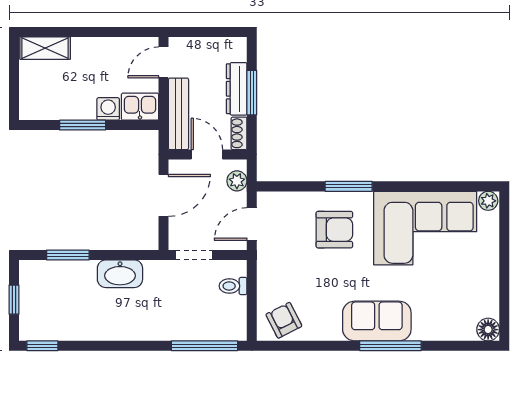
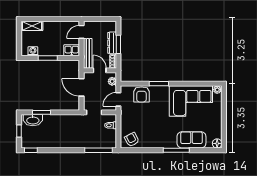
washing machine: (108, 109) -> (33, 51), moved
door: (164, 195) -> (82, 87), swing flipped
armchair: (334, 230) -> (141, 94), moved, turned 90
washbasin: (120, 274) -> (33, 120), moved
sofa: (377, 321) -> (191, 140), moved

